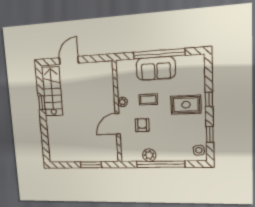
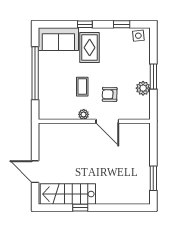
sofa: (156, 68) -> (58, 39), moved, turned 90
window: (160, 164) -> (153, 76), width x0.47
window: (91, 165) -> (153, 178), moved

